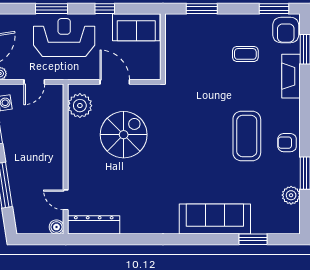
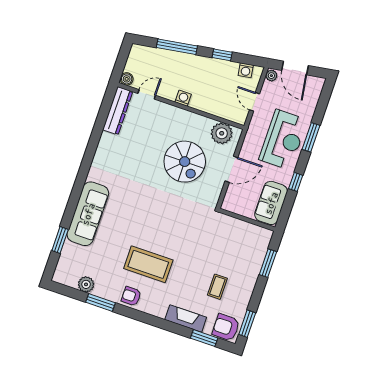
armchair: (287, 143) -> (131, 296), turned -90
washing machine: (56, 160) -> (183, 98), added

